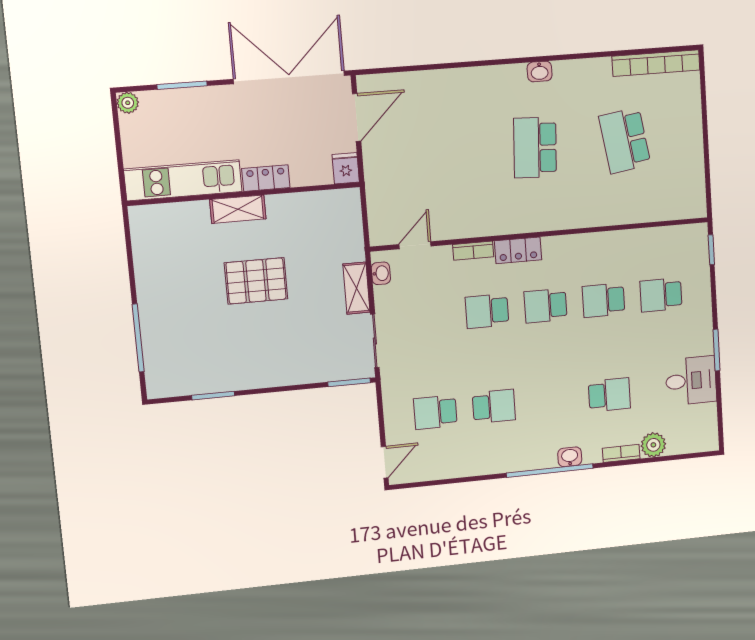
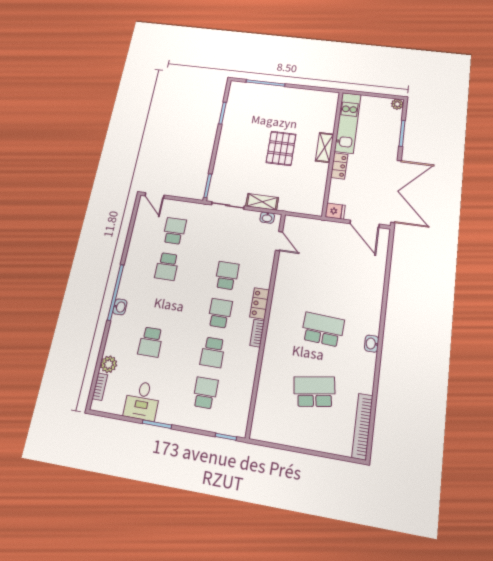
bookcase: (473, 251) -> (257, 333), moved
school desk: (604, 300) -> (213, 352), turned 180
bookcase: (621, 453) -> (100, 387), moved

